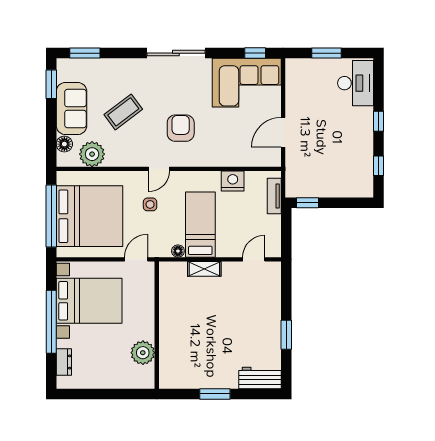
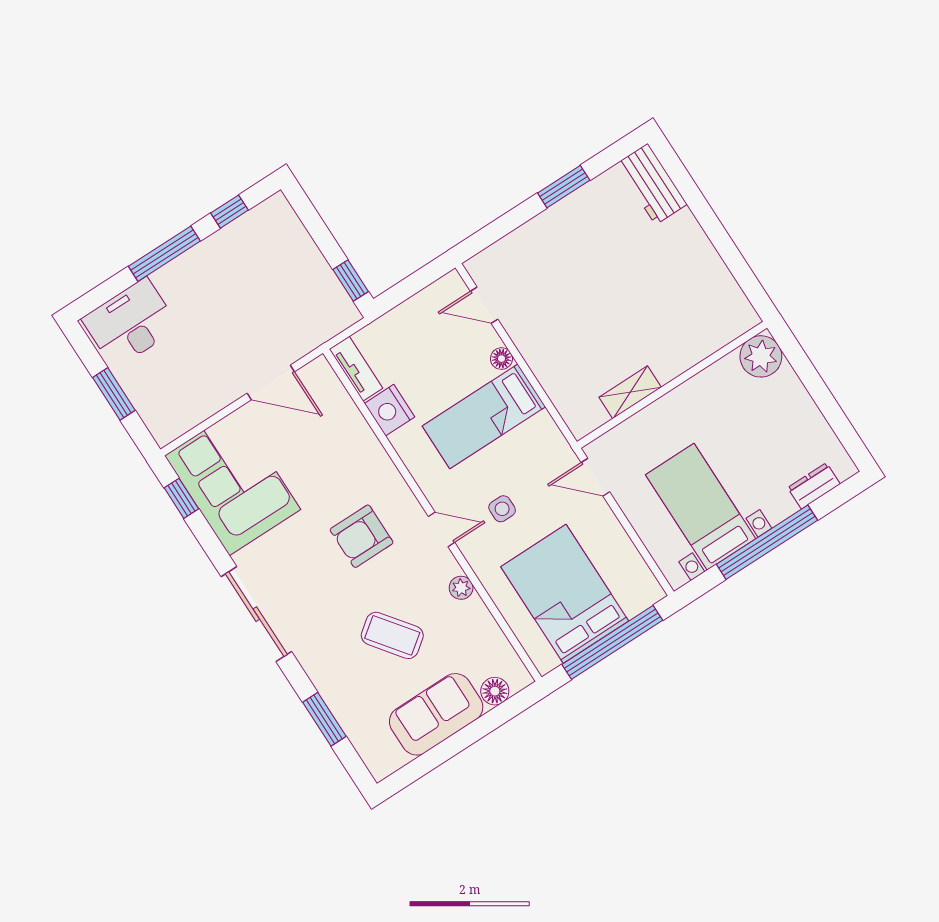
window: (85, 53) -> (324, 719), moved
window: (51, 84) -> (420, 767), removed
window: (378, 121) -> (164, 254), width x2.17
plant: (92, 154) -> (461, 588), moved, width x0.53, depth x0.53
tv unit: (274, 196) -> (356, 369), moved, turned -90
bed: (90, 216) -> (565, 594), width x0.73
floor lamp: (178, 251) -> (501, 359), moved
shelving: (204, 269) -> (630, 392), moved, turned 90
bed with nightstands: (89, 301) -> (701, 507), width x0.73
plant: (143, 353) -> (761, 356), moved
window: (215, 394) -> (718, 235), removed

